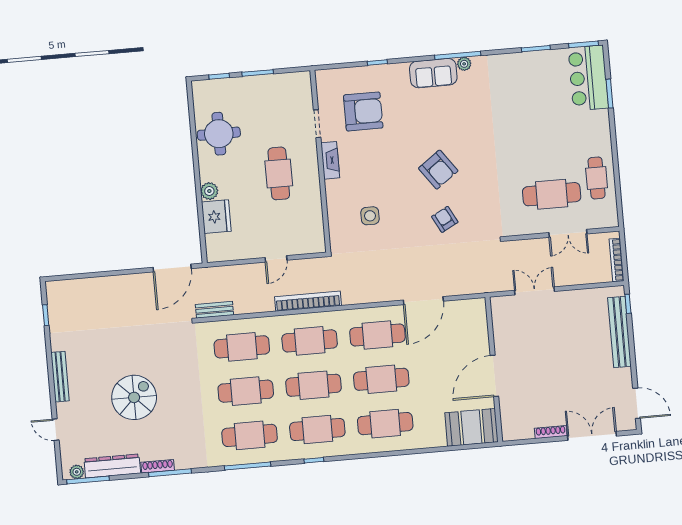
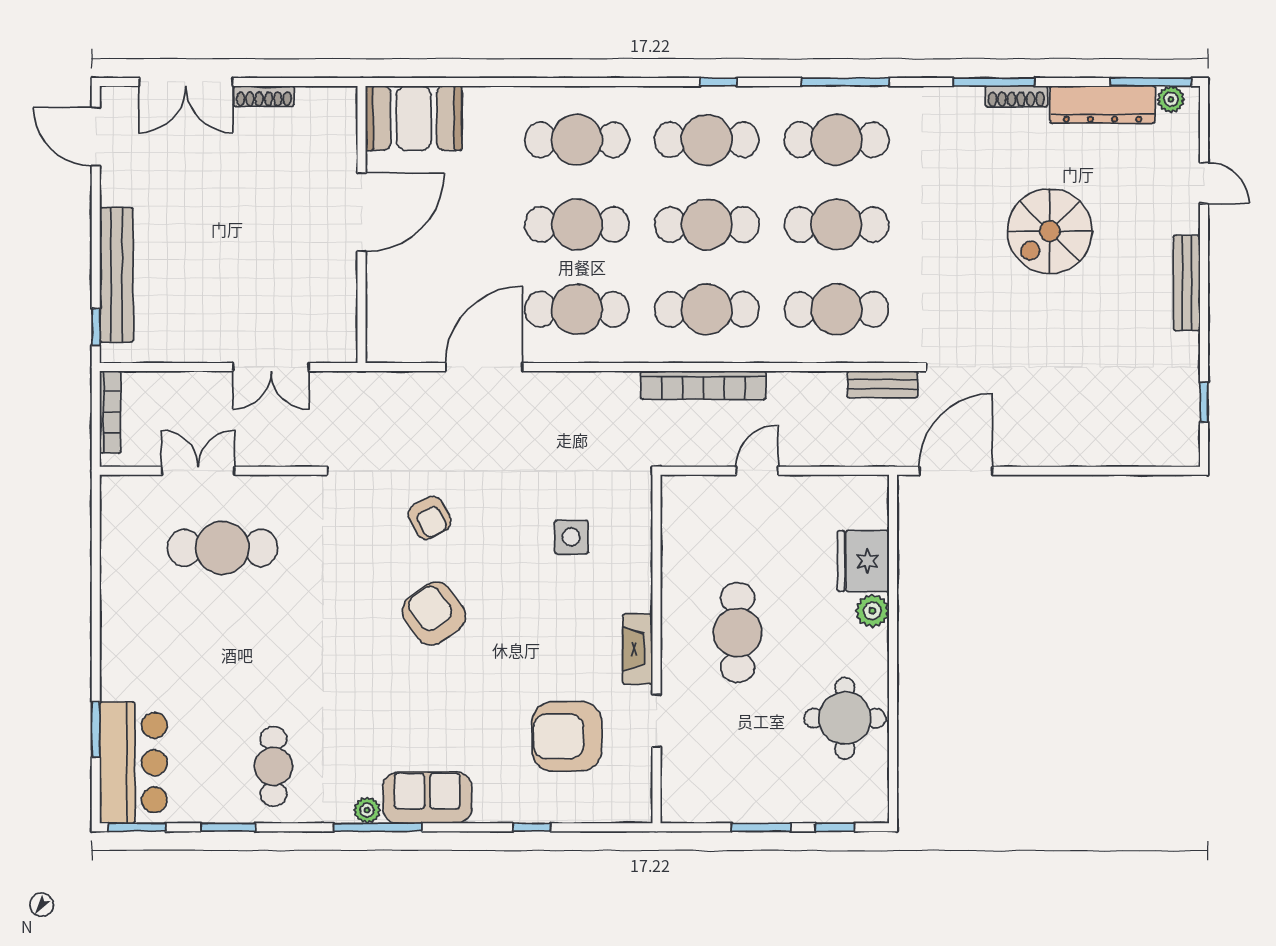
cafe table: (597, 178) -> (273, 766), moved

